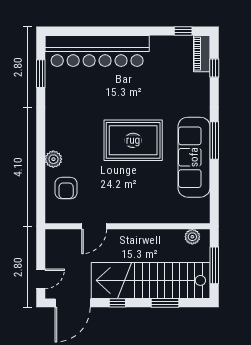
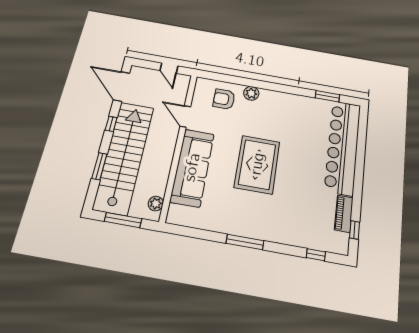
piano: (202, 54) -> (344, 214), moved, turned -90
sofa: (194, 157) -> (192, 167), moved, turned 90
door: (41, 279) -> (169, 68), moved

